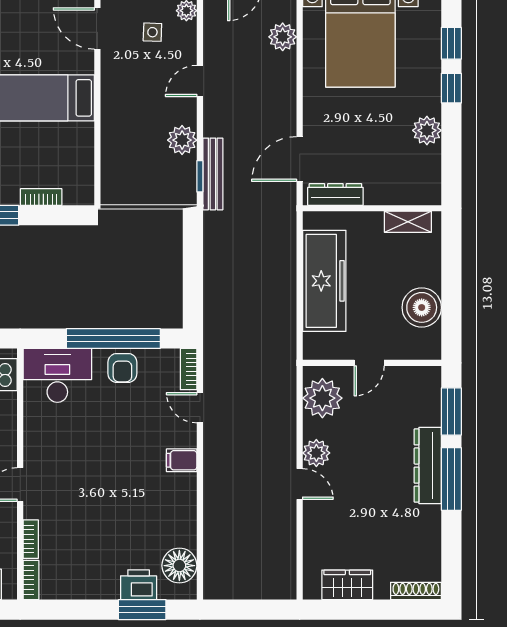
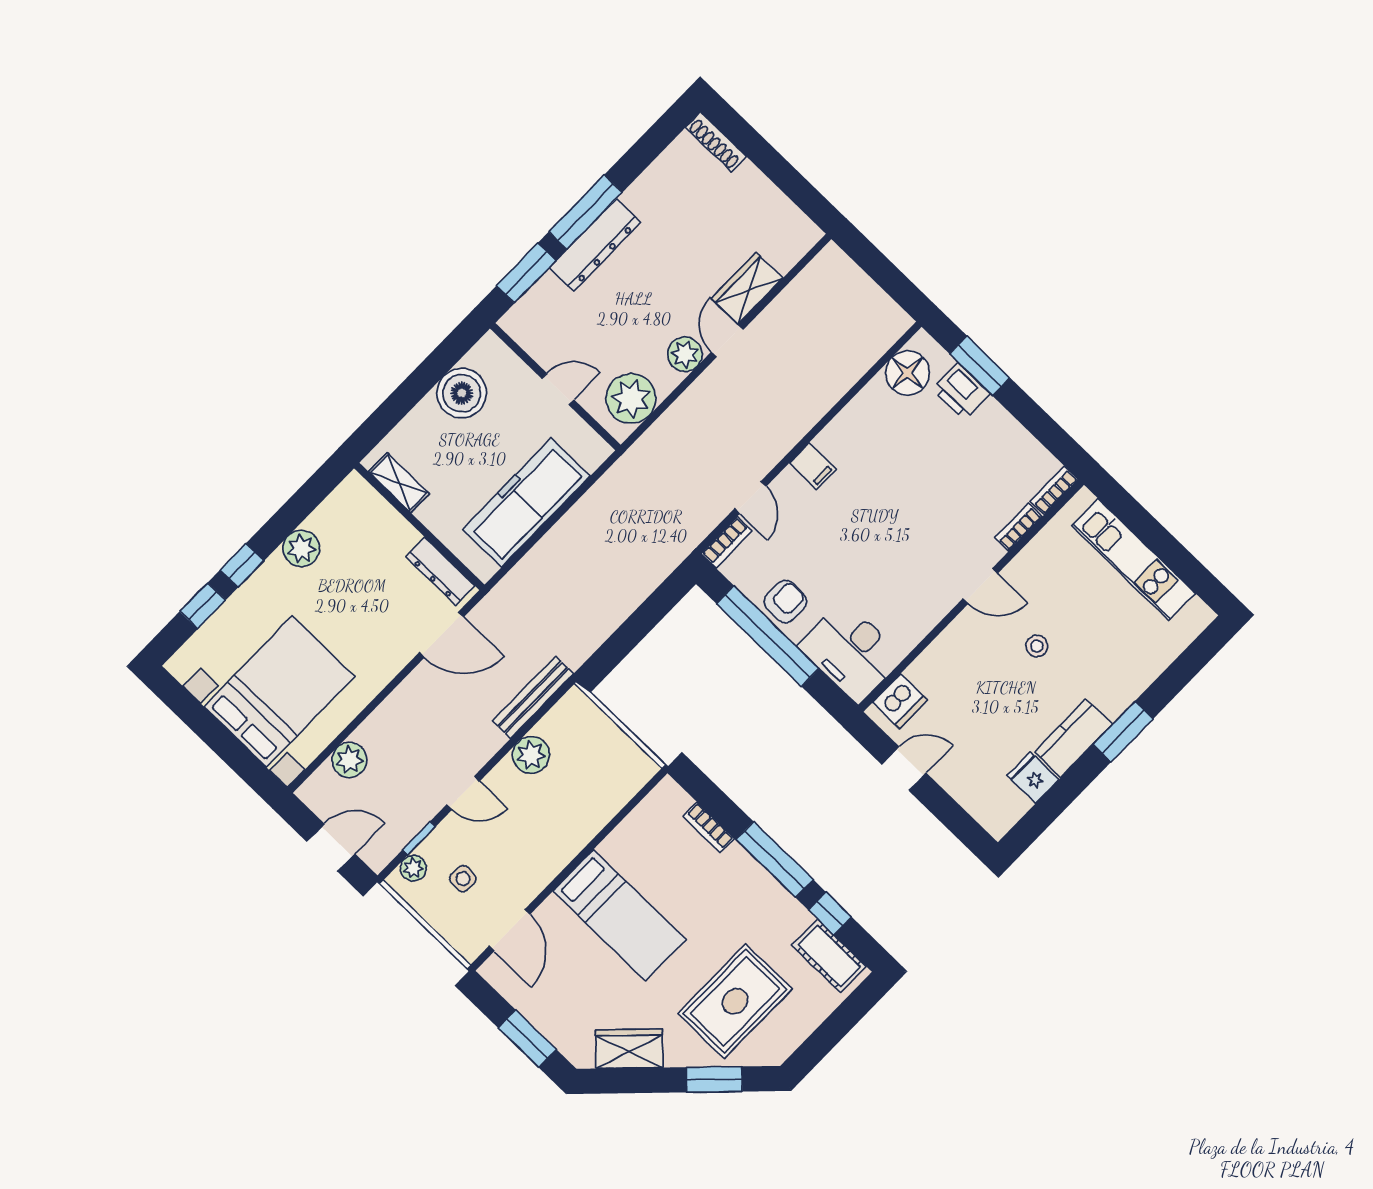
window: (200, 176) -> (419, 838), moved
wardrobe: (347, 585) -> (747, 288), moved, turned 90

